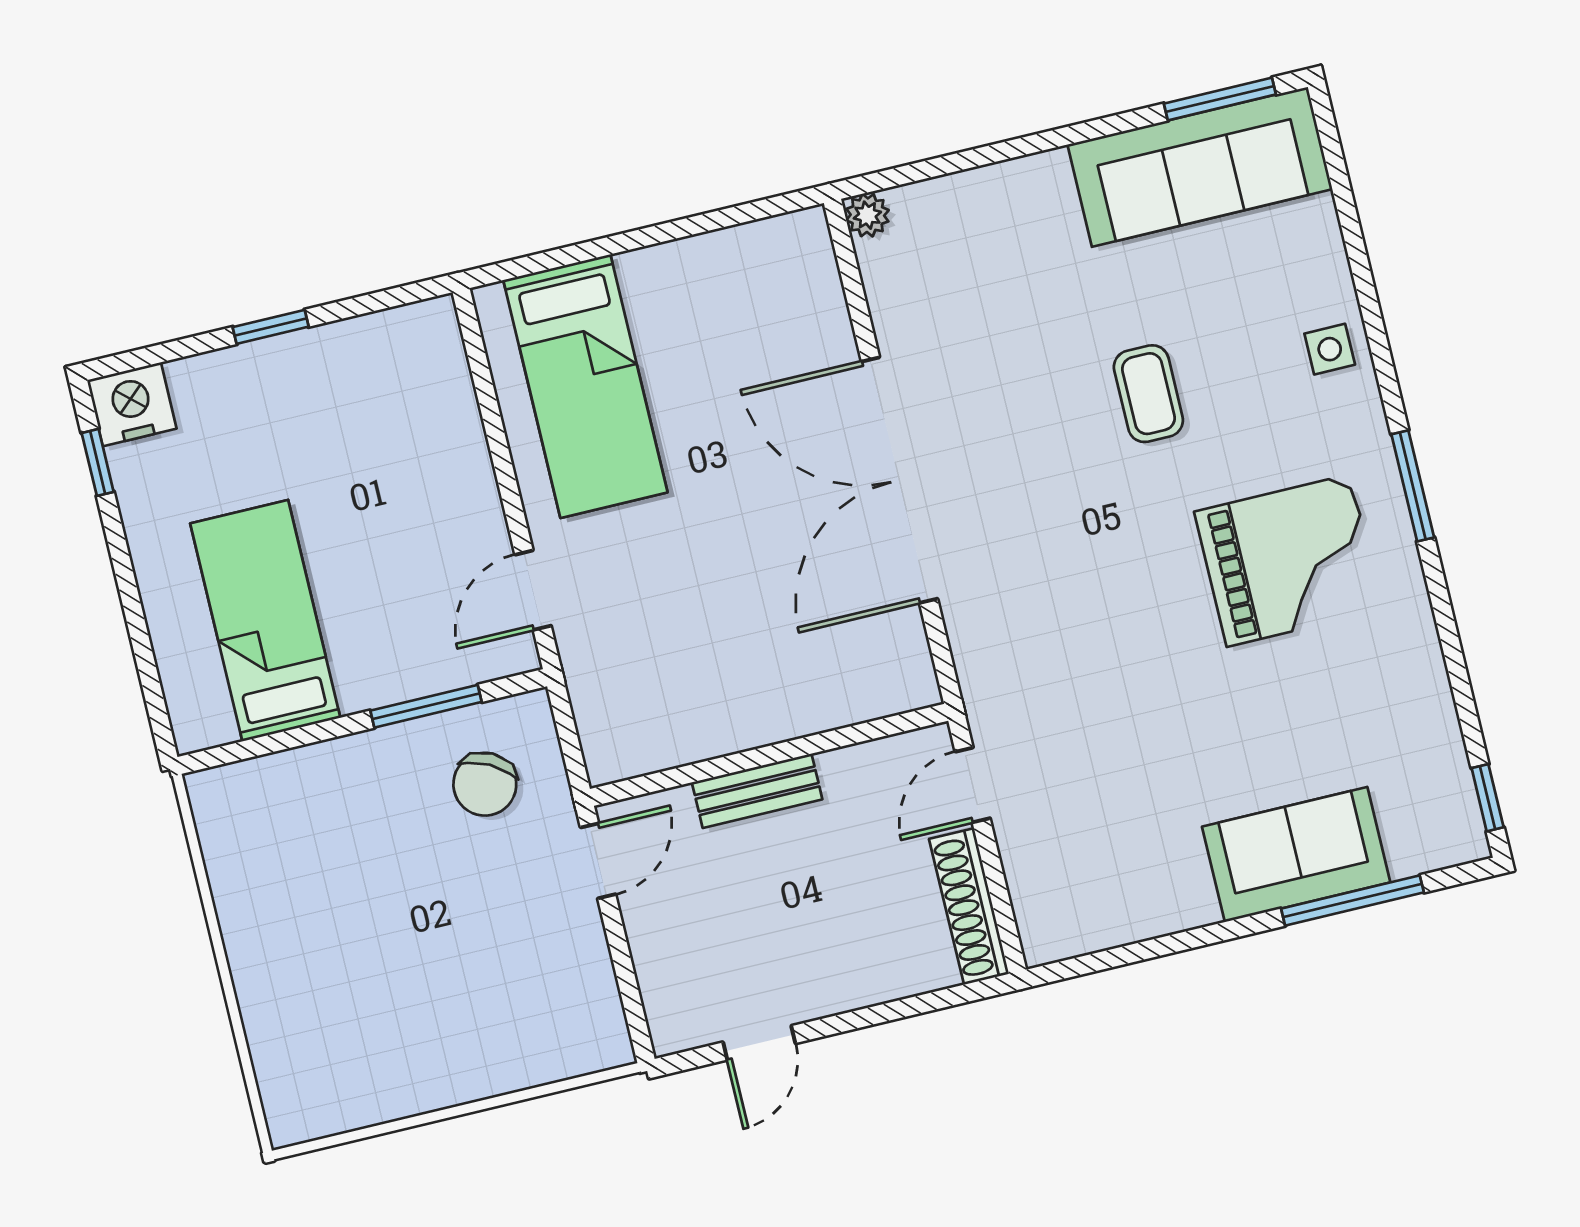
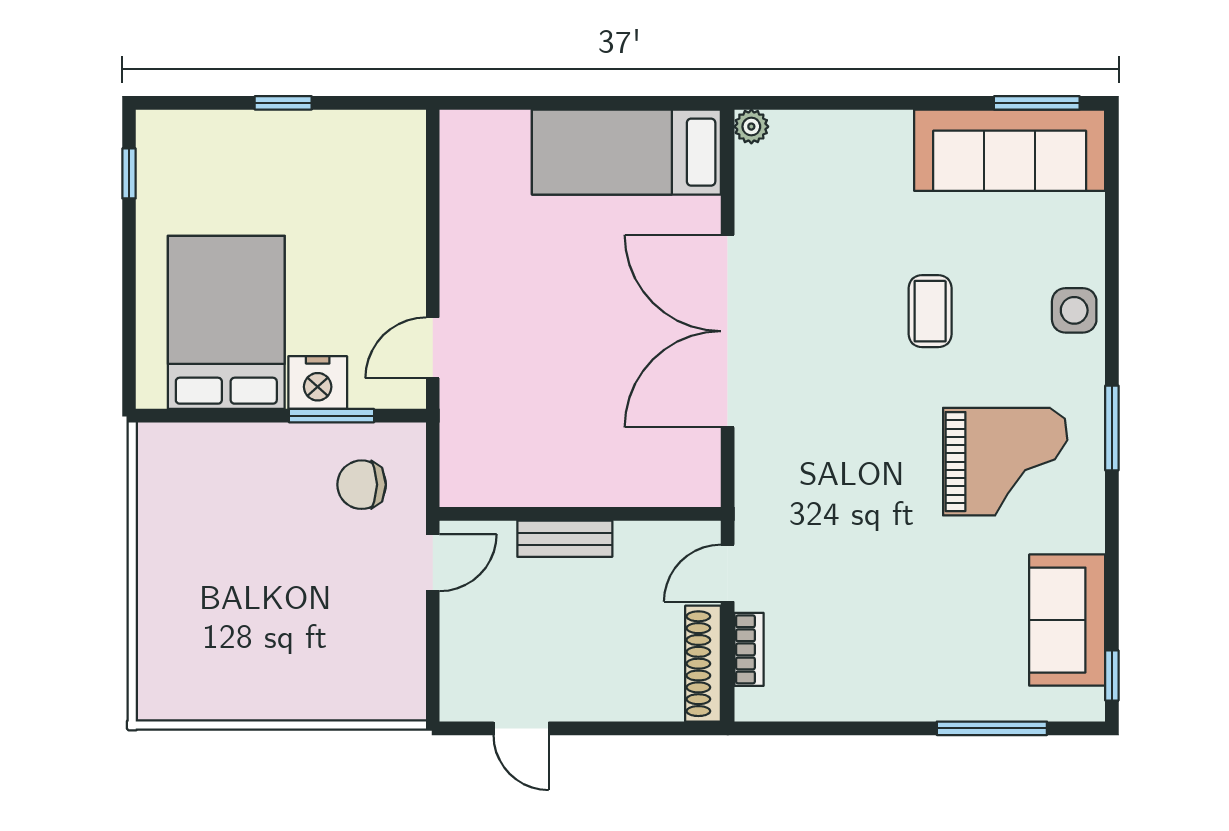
side table: (1330, 349) -> (1074, 310), width x1.37, depth x1.37
bed: (585, 386) -> (626, 152), moved, turned 90
nightstand: (132, 404) -> (318, 383), moved, turned 180
bed: (265, 621) -> (226, 322), width x1.50
chair: (485, 784) -> (362, 485), turned 62
sofa: (1296, 854) -> (1067, 620), moved, turned -90
bookcase: (1023, 875) -> (749, 649), added
door: (759, 1043) -> (521, 728), hinge flipped

